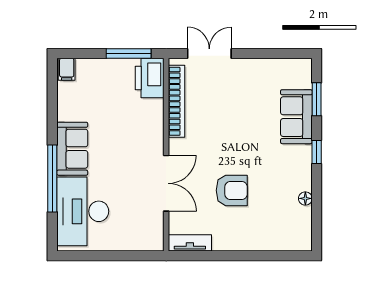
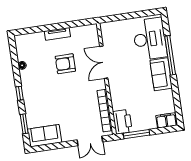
filing cabinet: (67, 69) -> (166, 120), width x2.00
sofa: (296, 117) -> (45, 136), moved, turned -90
tv unit: (190, 243) -> (57, 34), moved

